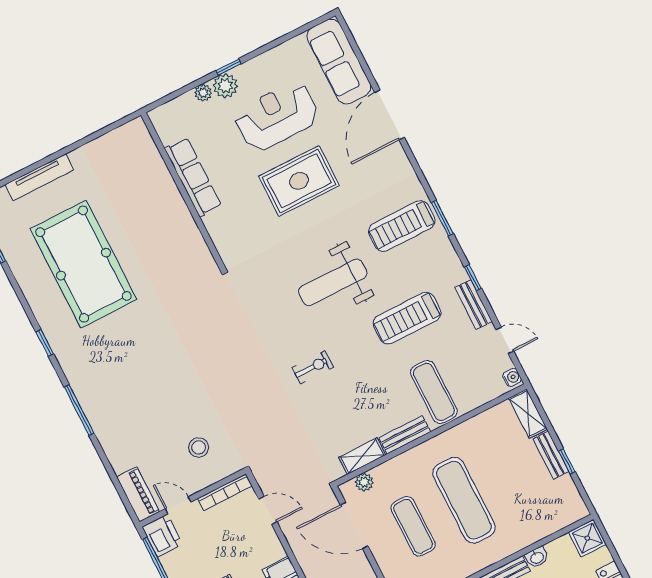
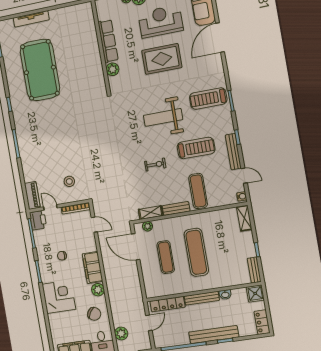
plant: (216, 224) -> (112, 69), added
bench: (473, 305) -> (233, 152), width x1.36
treadmill: (407, 318) -> (196, 148), turned 180
exercise bike: (313, 367) -> (155, 165), moved
bench: (551, 455) -> (254, 270), moved

